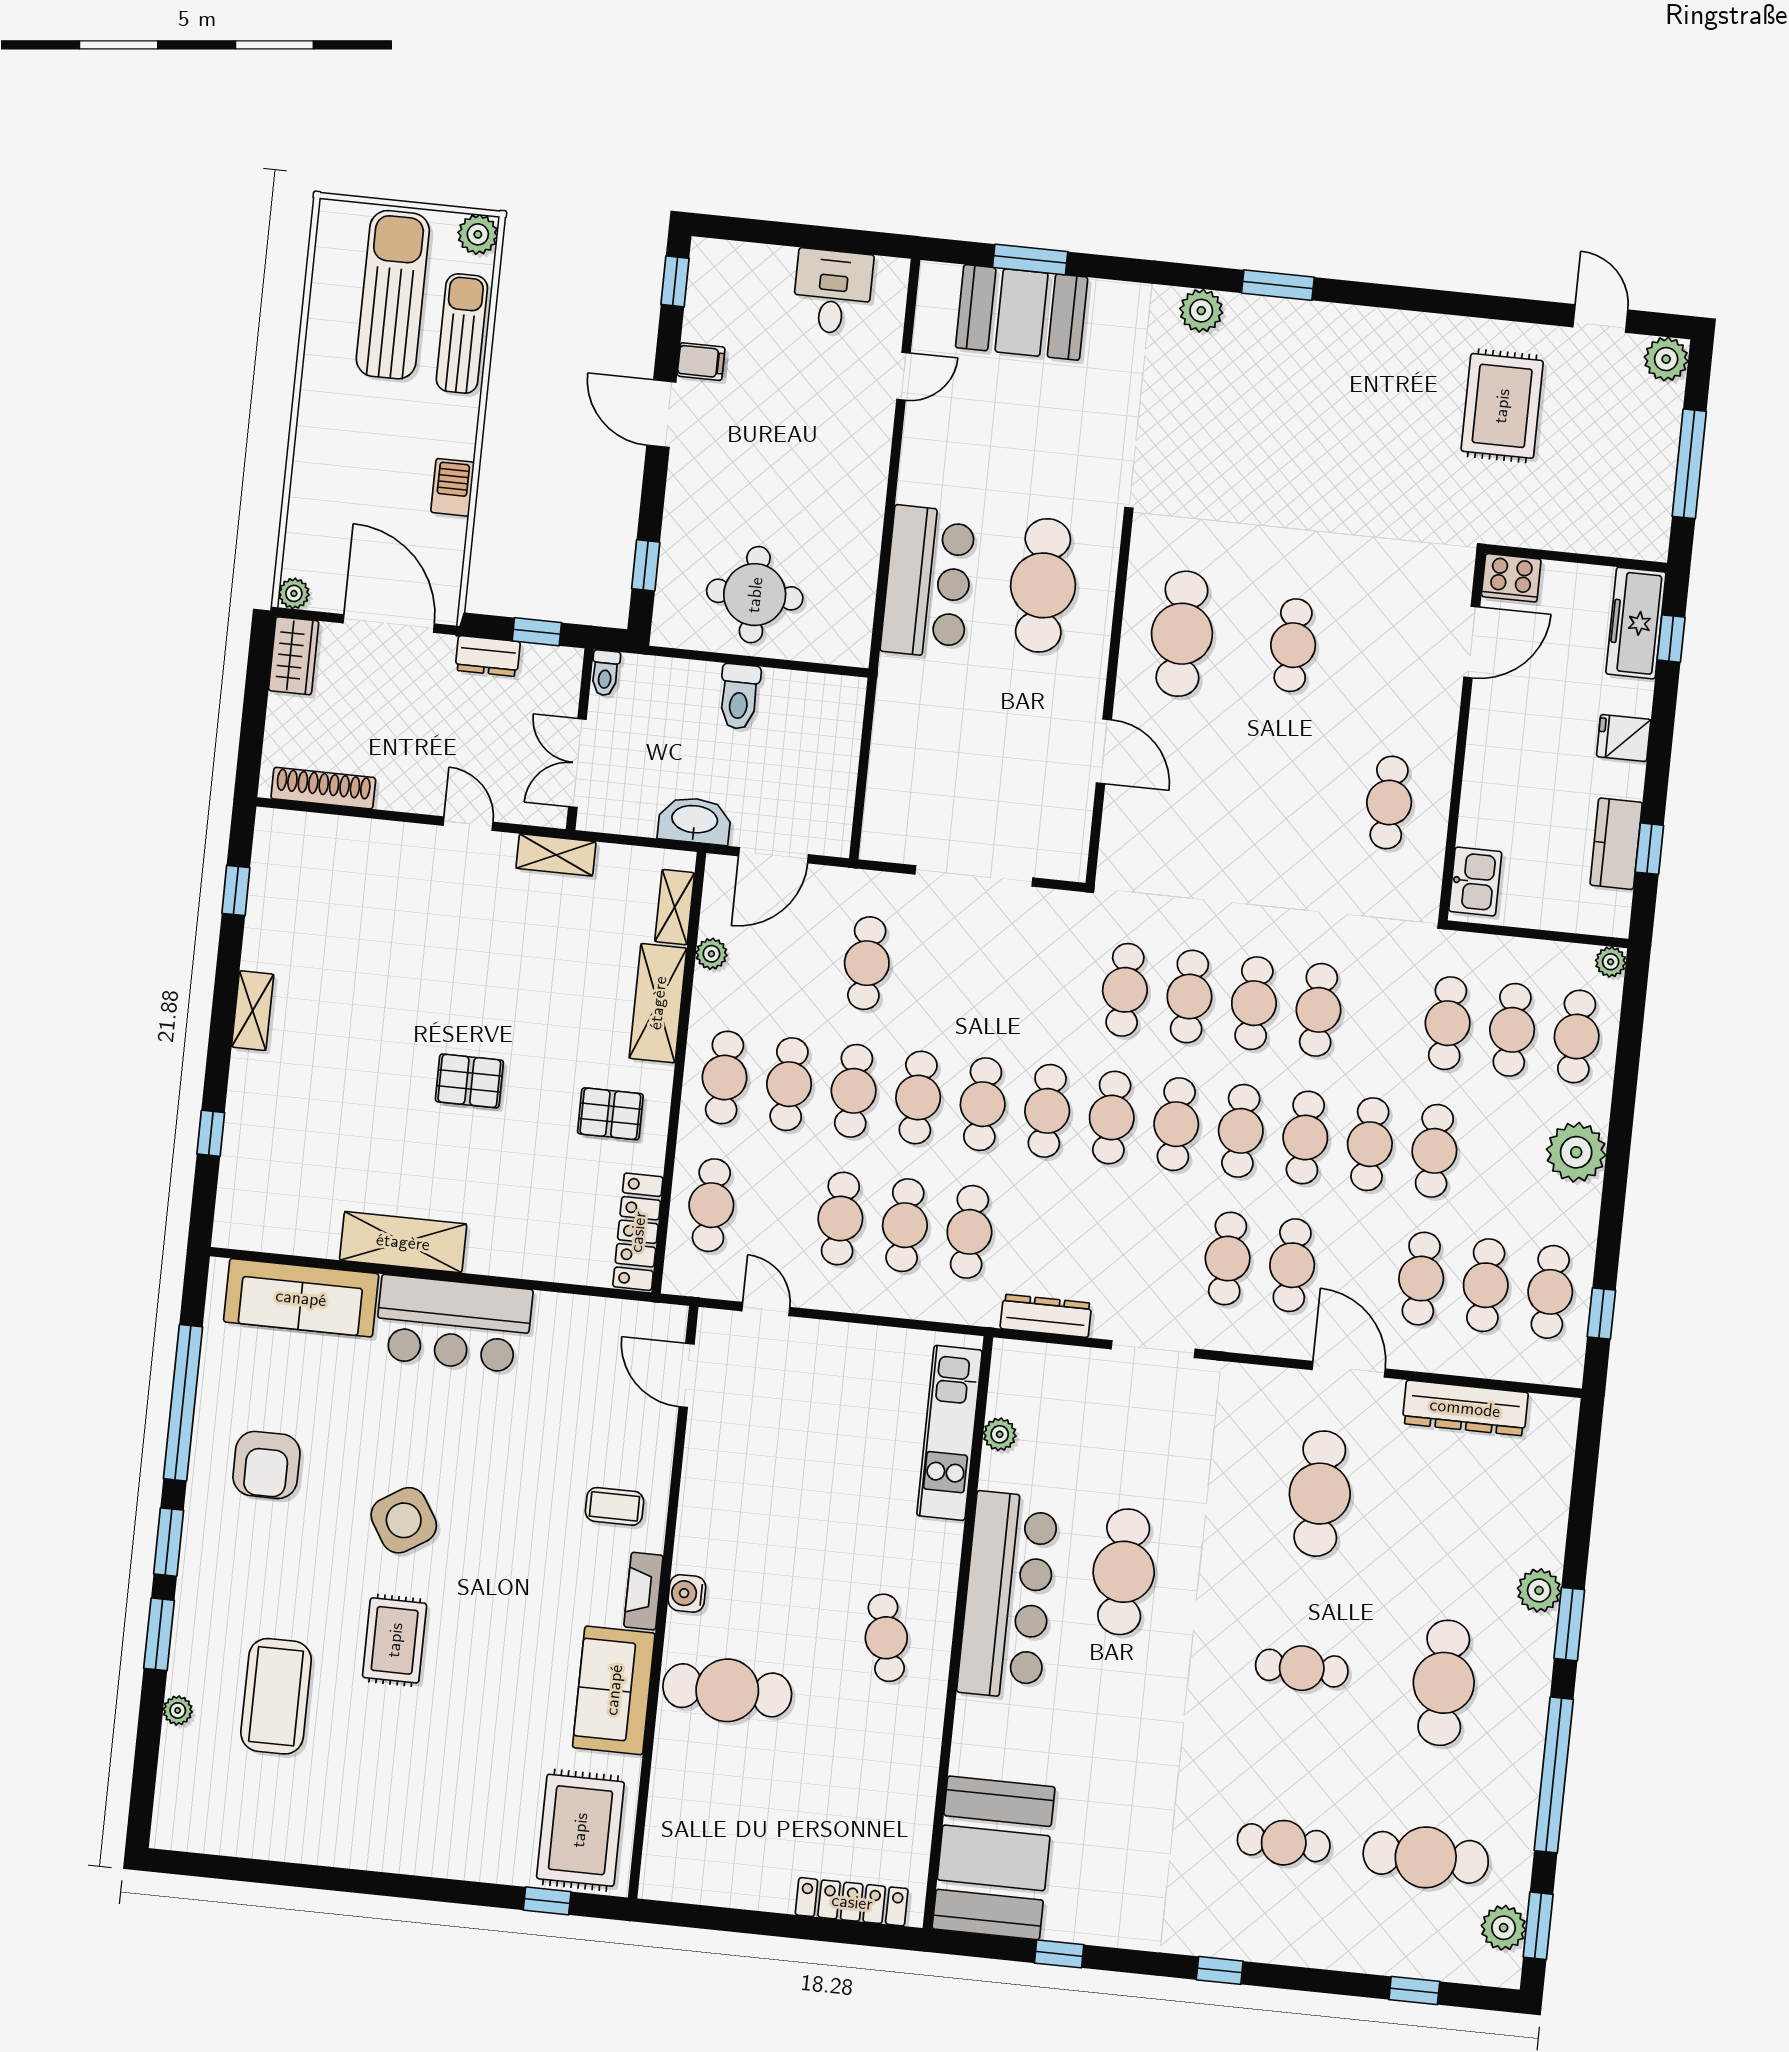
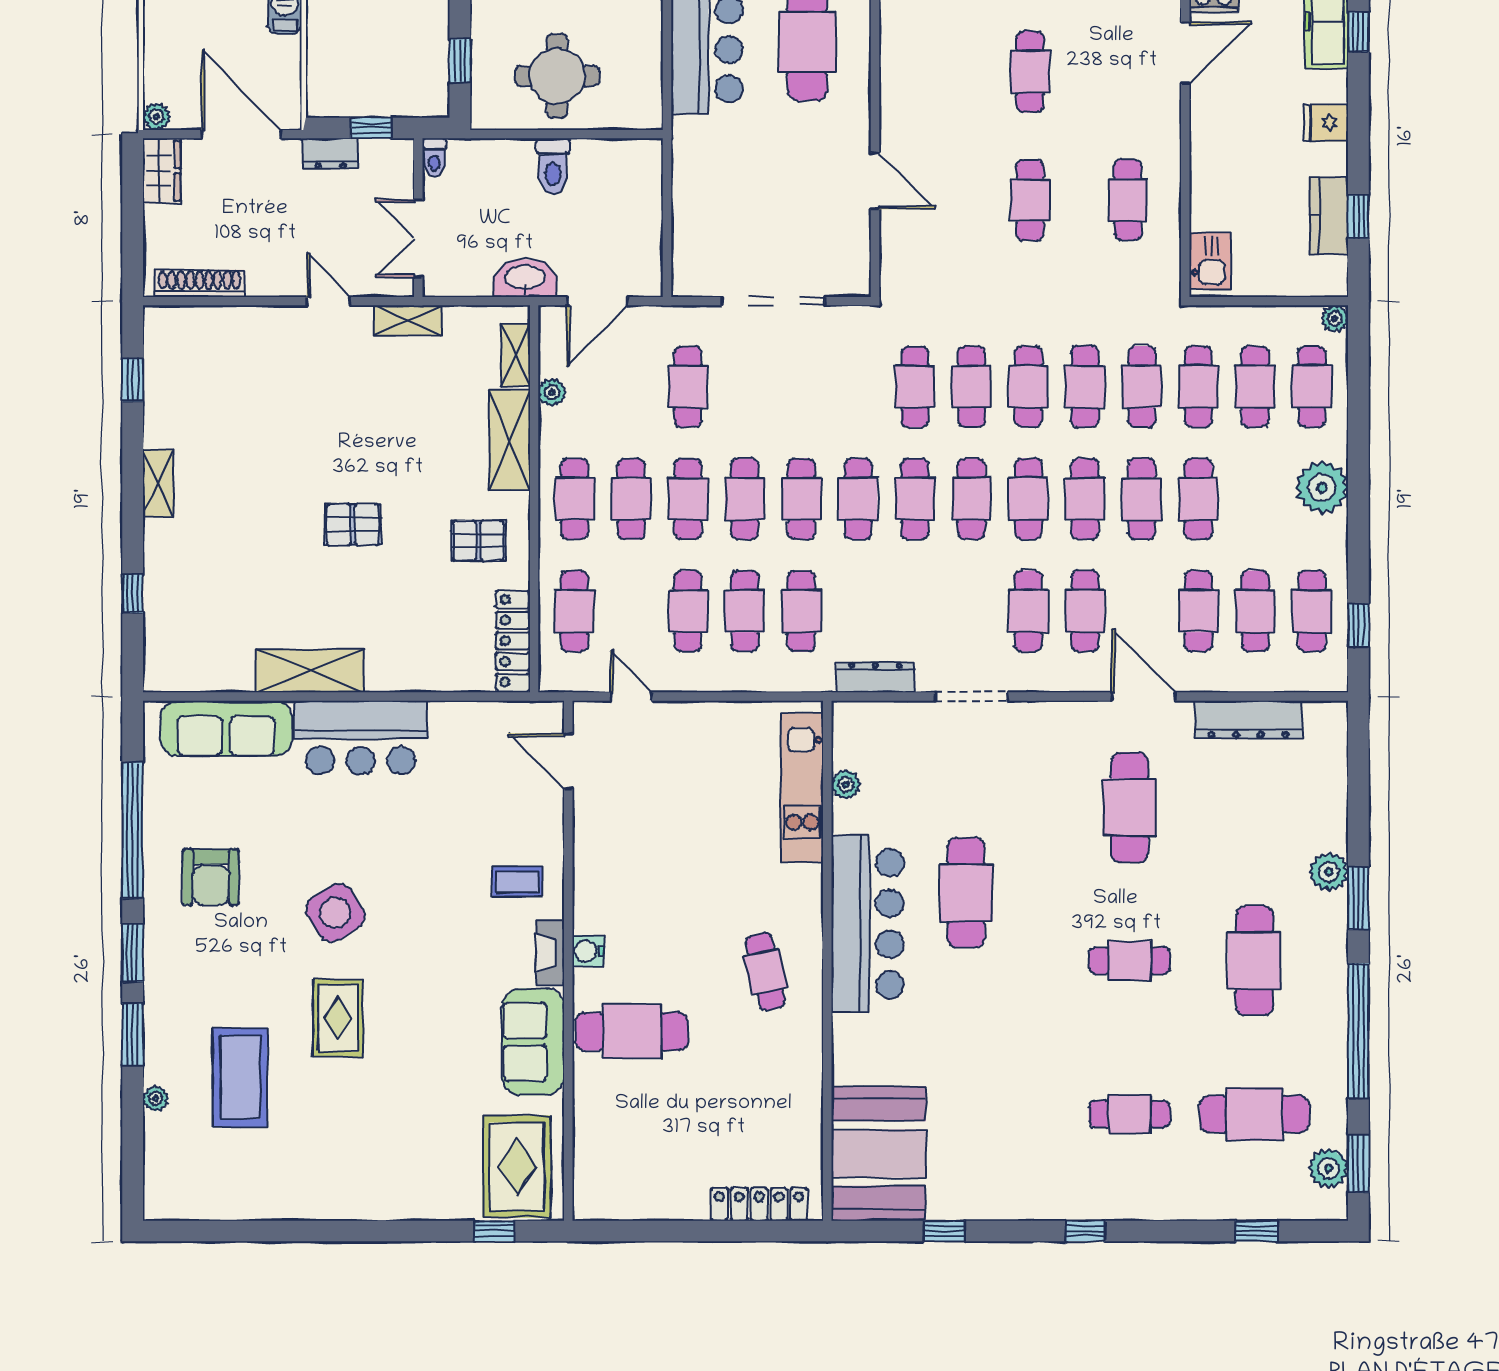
cafe table: (1182, 634) -> (1030, 200), moved, width x0.73, depth x0.74
cafe table: (1383, 1016) -> (1142, 387), added

